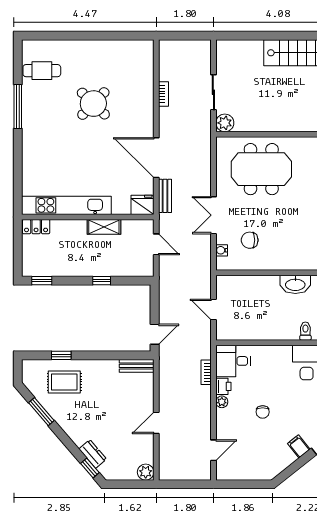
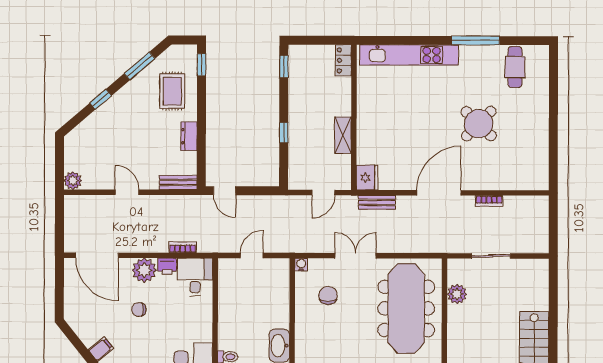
plant: (225, 123) -> (457, 294), moved
door: (156, 158) -> (439, 193), moved
meeting table: (261, 169) -> (406, 308), width x1.36
kitchen unit: (66, 205) -> (409, 55), moved, turned 90
water cooler: (222, 250) -> (301, 265), moved
window: (61, 355) -> (202, 65), moved
bench: (137, 366) -> (178, 182), moved, turned 90
plant: (222, 402) -> (144, 270), width x1.87, depth x1.87
door: (213, 450) -> (97, 255), width x1.88
dresser: (93, 454) -> (189, 136), moved, turned 131
window: (90, 468) -> (101, 99), moved

